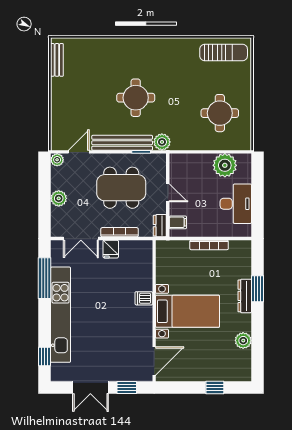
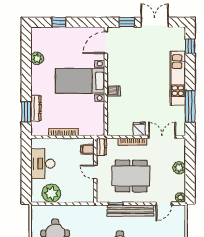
plant: (162, 142) -> (100, 211), removed
window: (257, 289) -> (26, 112), moved
dresser: (245, 296) -> (36, 108), moved
kitchen unit: (61, 315) -> (178, 78), width x0.73

